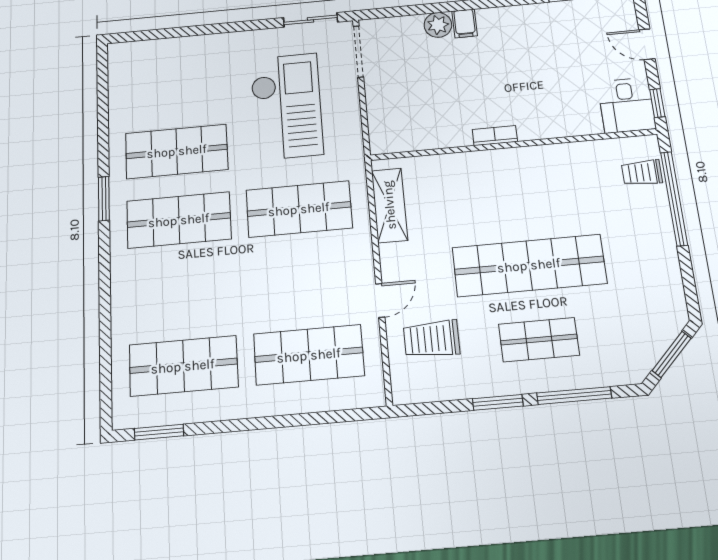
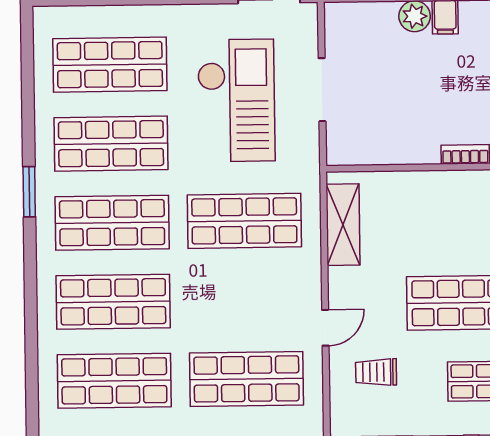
doorway: (358, 52) -> (322, 90), moved
shop shelf: (174, 85) -> (110, 65), added
shop shelf: (181, 291) -> (113, 302), added
trolley: (432, 339) -> (376, 372), width x0.73, depth x0.72

